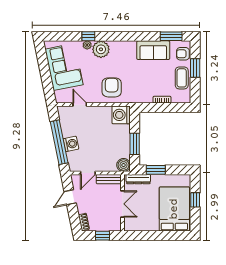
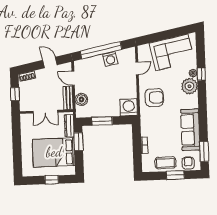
sofa: (153, 50) -> (190, 130), width x1.36
washing machine: (71, 144) -> (110, 59), moved
boiler: (124, 165) -> (81, 99), moved
bed: (174, 209) -> (54, 152), moved, turned 180

